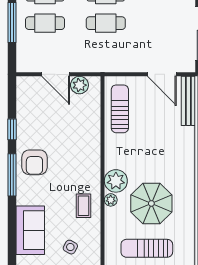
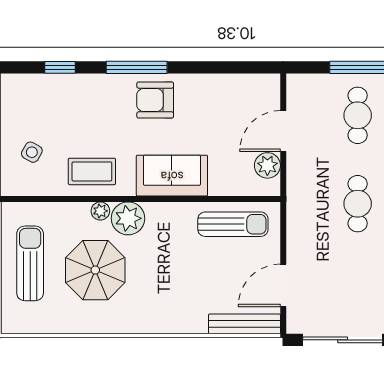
window: (12, 129) -> (60, 67), moved
coffee table: (84, 206) -> (92, 171), width x1.36, depth x1.30
sofa: (30, 230) -> (172, 176), moved, turned 180

